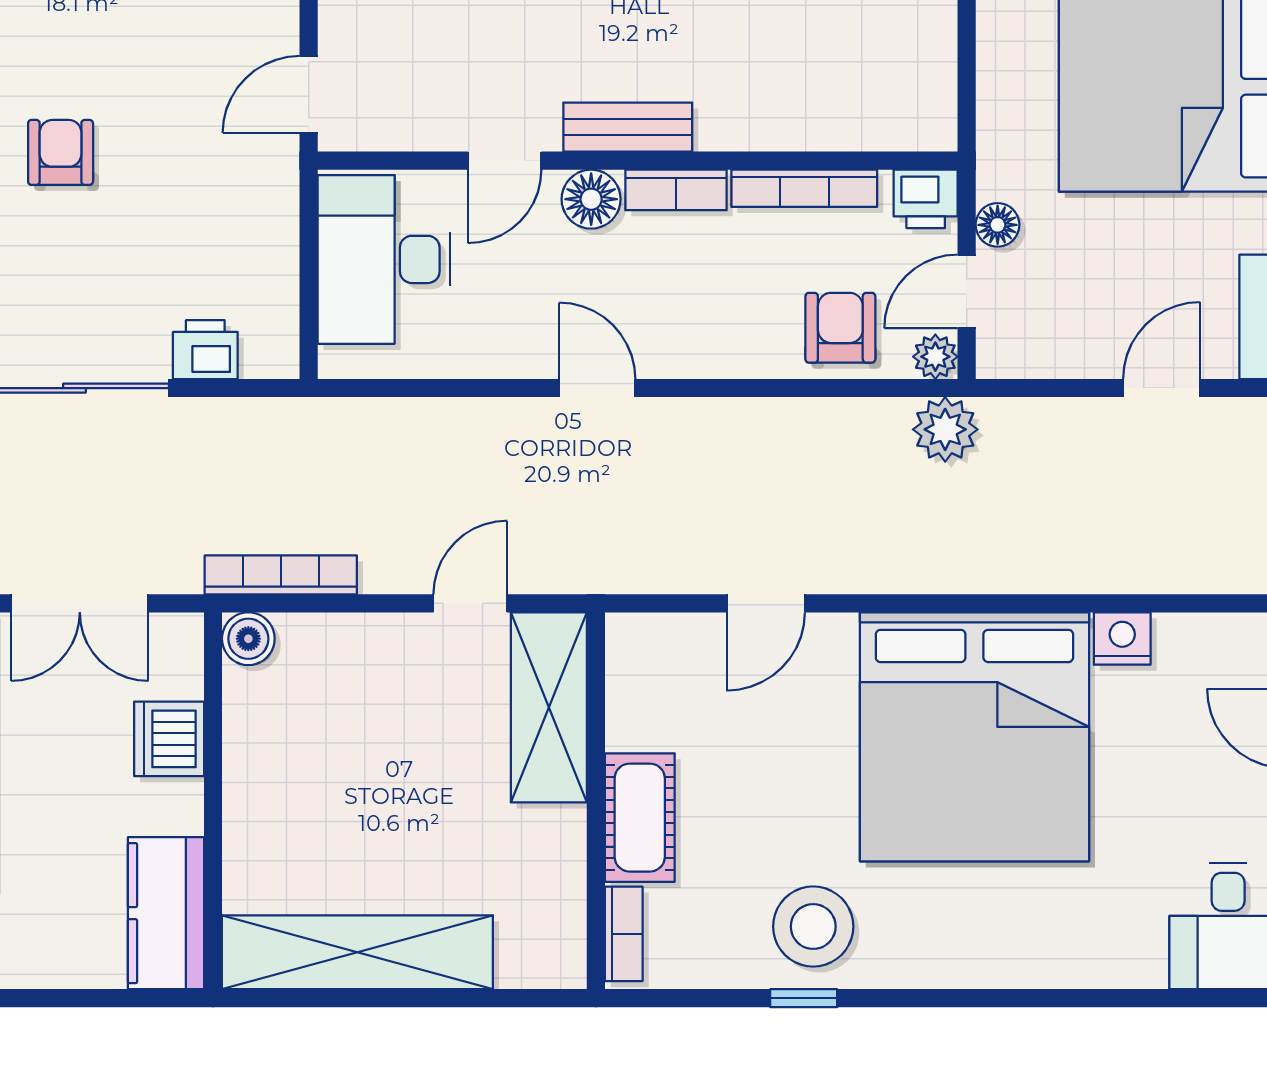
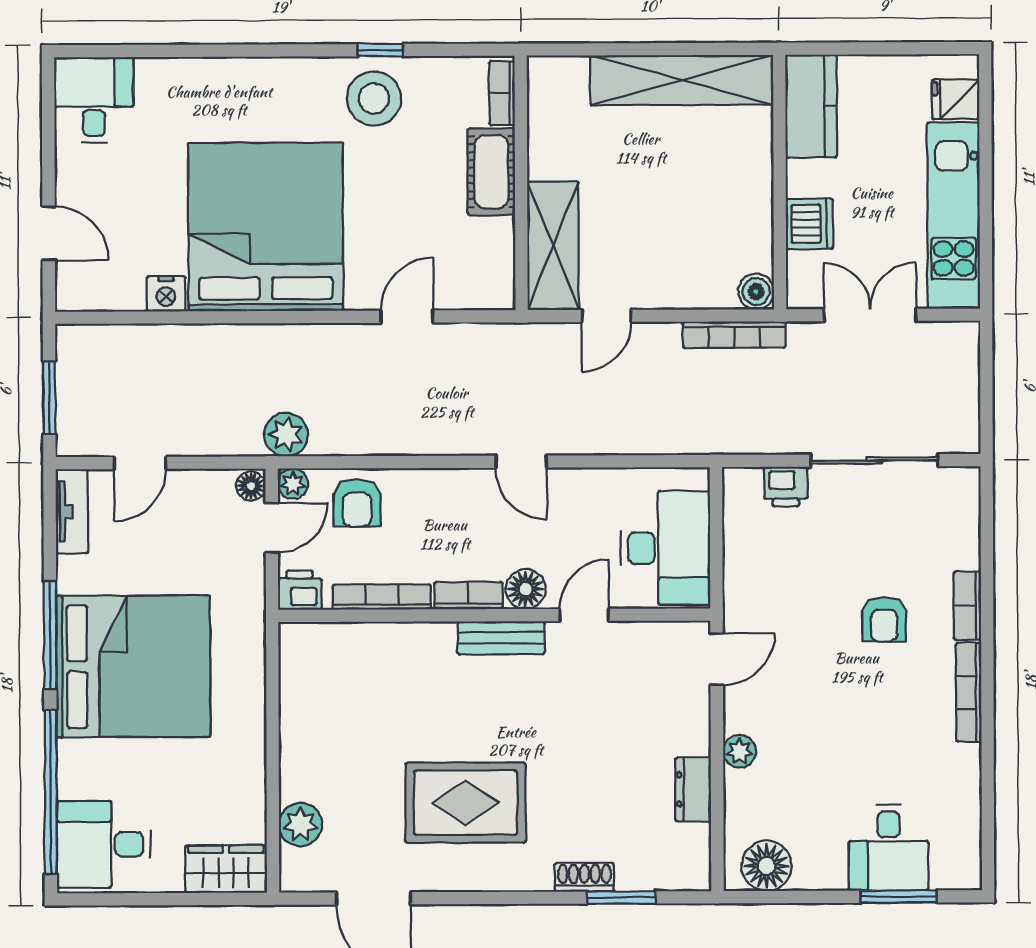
floor lamp: (998, 225) -> (251, 486), moved

